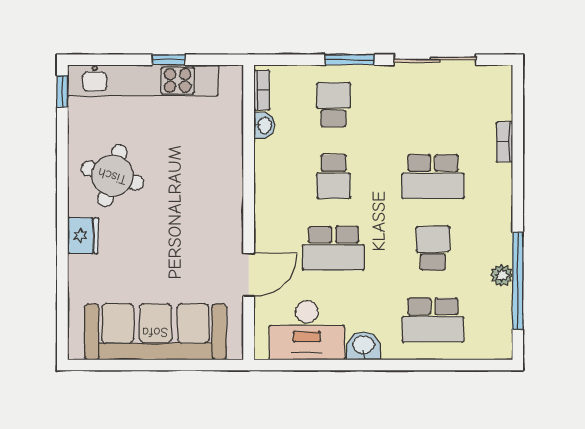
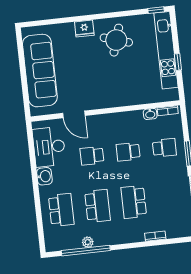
school desk: (334, 248) -> (92, 156), width x0.54
school desk: (433, 248) -> (97, 206), width x1.85
school desk: (433, 320) -> (61, 210), turned 180

